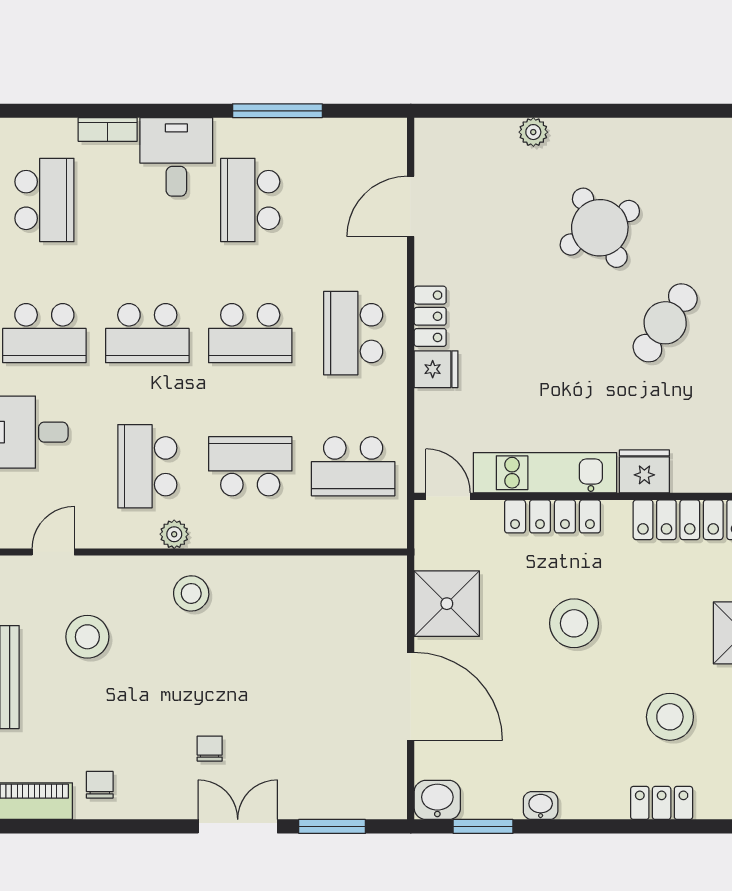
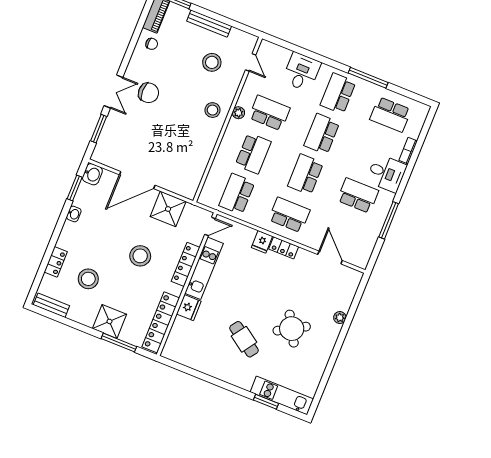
chair: (210, 749) -> (149, 93), width x1.87, depth x1.87

